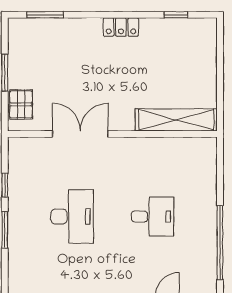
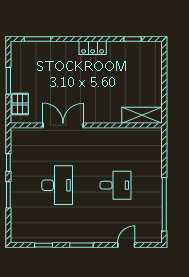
shelving: (176, 120) -> (142, 115), width x0.68

